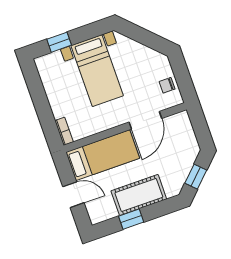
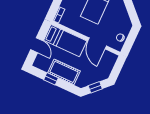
door: (145, 120) -> (97, 43), hinge flipped

